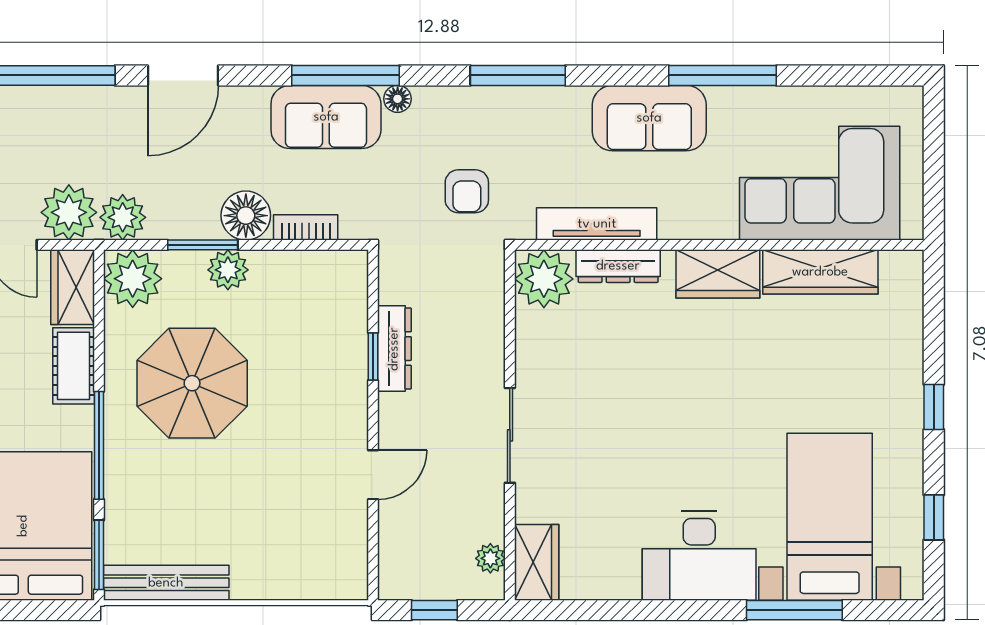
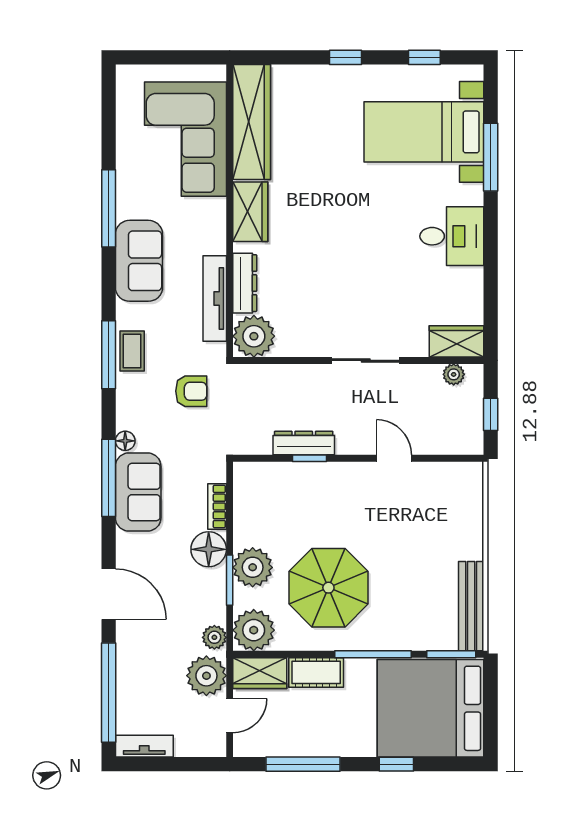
coffee table: (523, 108) -> (132, 351), added
plant: (123, 217) -> (214, 637), width x0.73, depth x0.73
plant: (228, 270) -> (253, 567), width x1.36, depth x1.36
wardrobe: (820, 272) -> (252, 122), width x1.40, depth x1.17
desk: (699, 556) -> (452, 236), width x0.73

